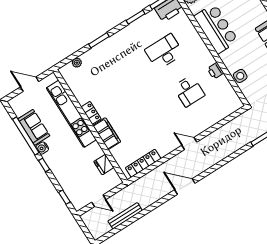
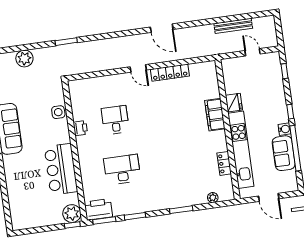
desk: (164, 52) -> (122, 170), turned 180
locker: (91, 113) -> (224, 163), moved
locker: (143, 163) -> (170, 73), moved
fridge: (104, 165) -> (234, 103), moved

